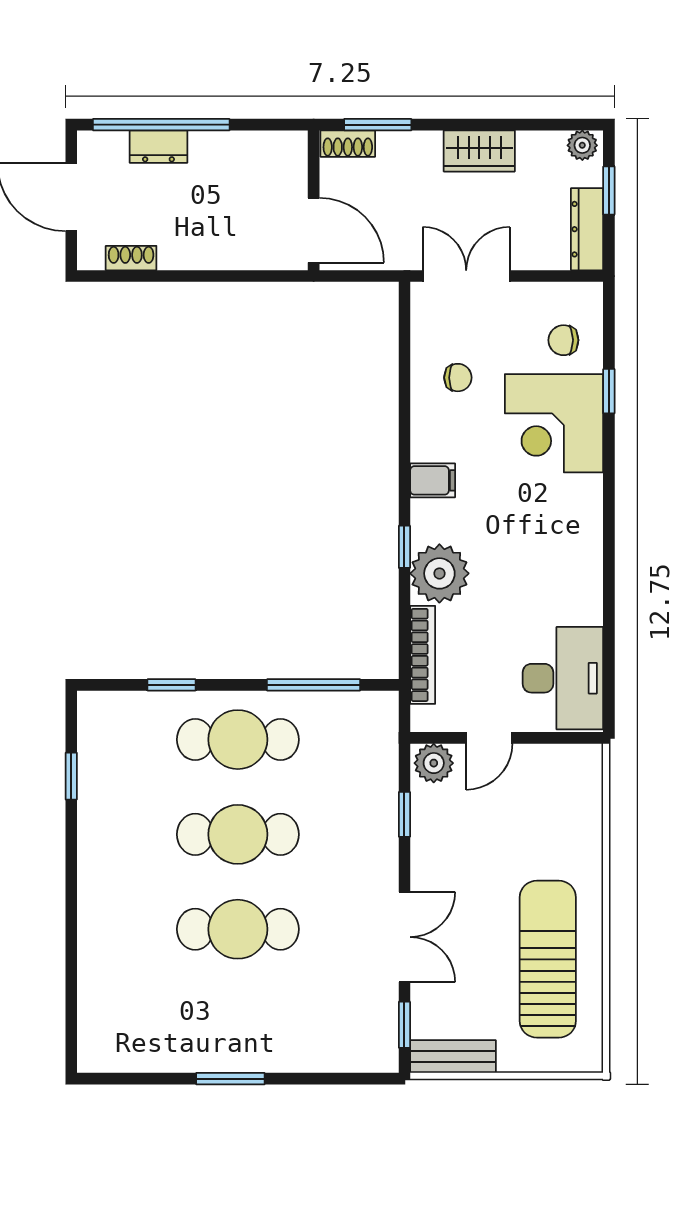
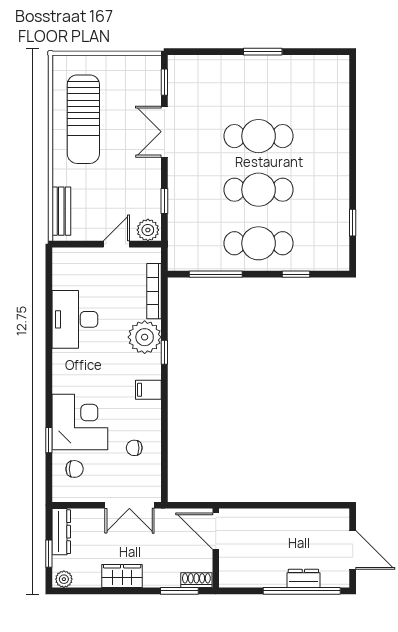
shoe rack: (131, 258) -> (319, 515), removed
desk: (563, 678) -> (75, 319), moved
bench: (453, 1057) -> (61, 211), moved, turned 90

